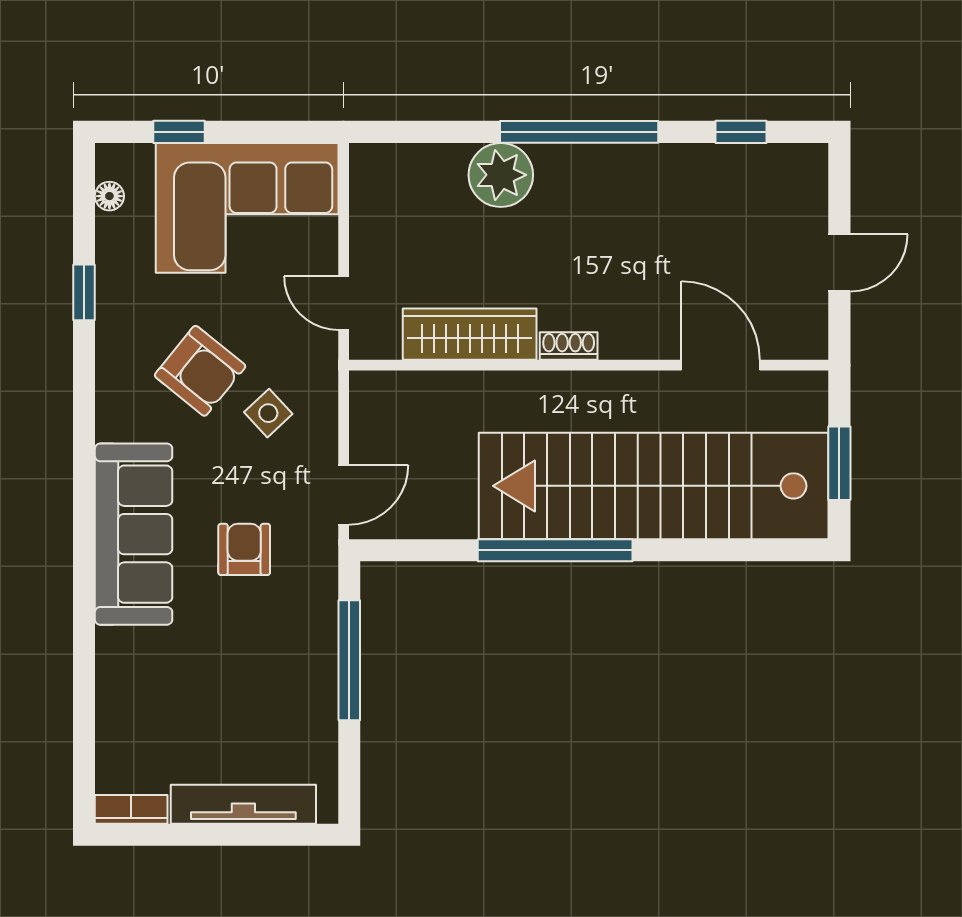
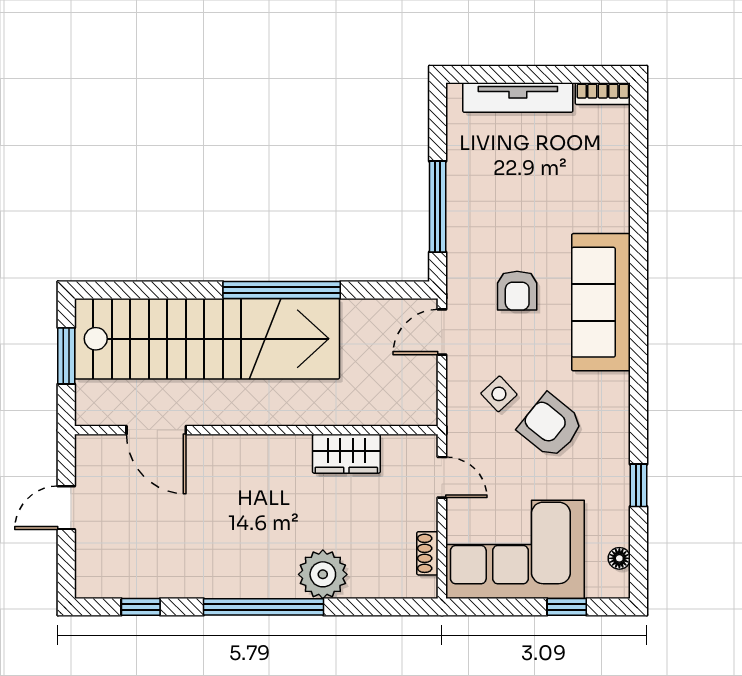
wardrobe: (470, 334) -> (346, 454), width x0.67
shoe rack: (569, 346) -> (427, 553), moved, turned 90

